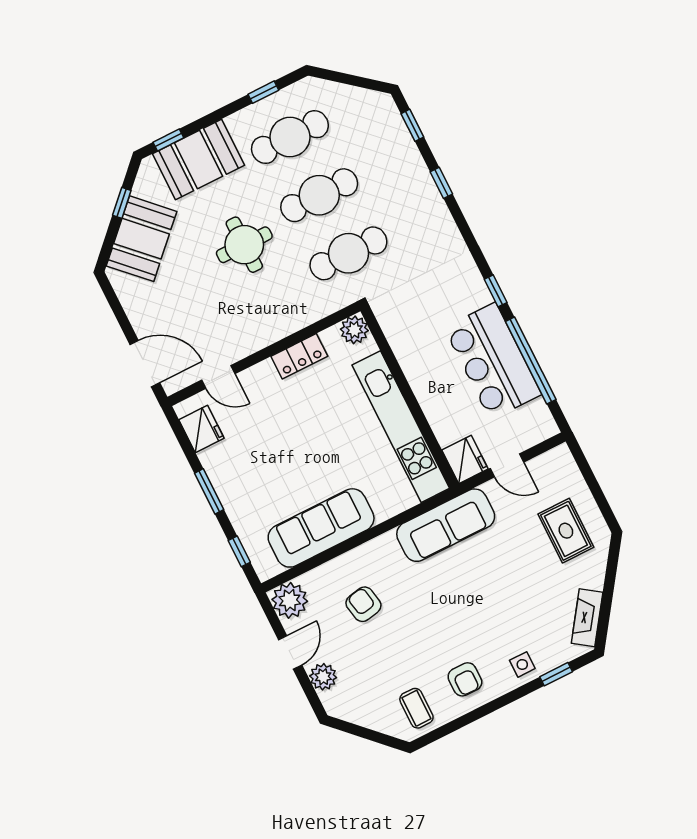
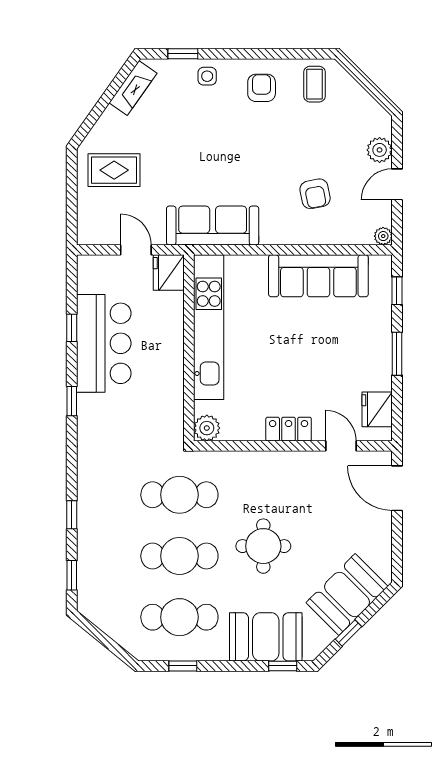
locker: (299, 356) -> (289, 429), moved
window: (531, 361) -> (72, 328), width x0.32
rug: (566, 531) -> (114, 170), turned 90
plant: (290, 600) -> (383, 236), width x0.53, depth x0.53

